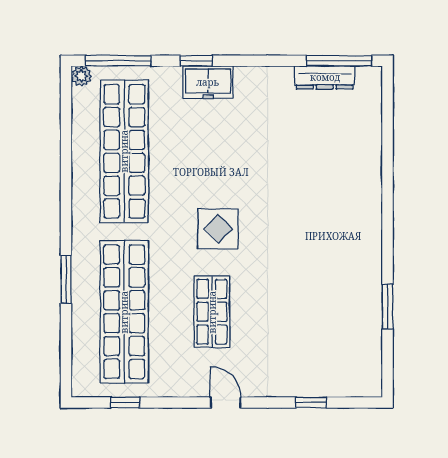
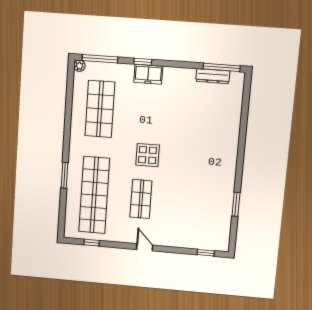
shop shelf: (124, 151) -> (100, 109), width x0.71
window: (311, 402) -> (206, 253), moved

